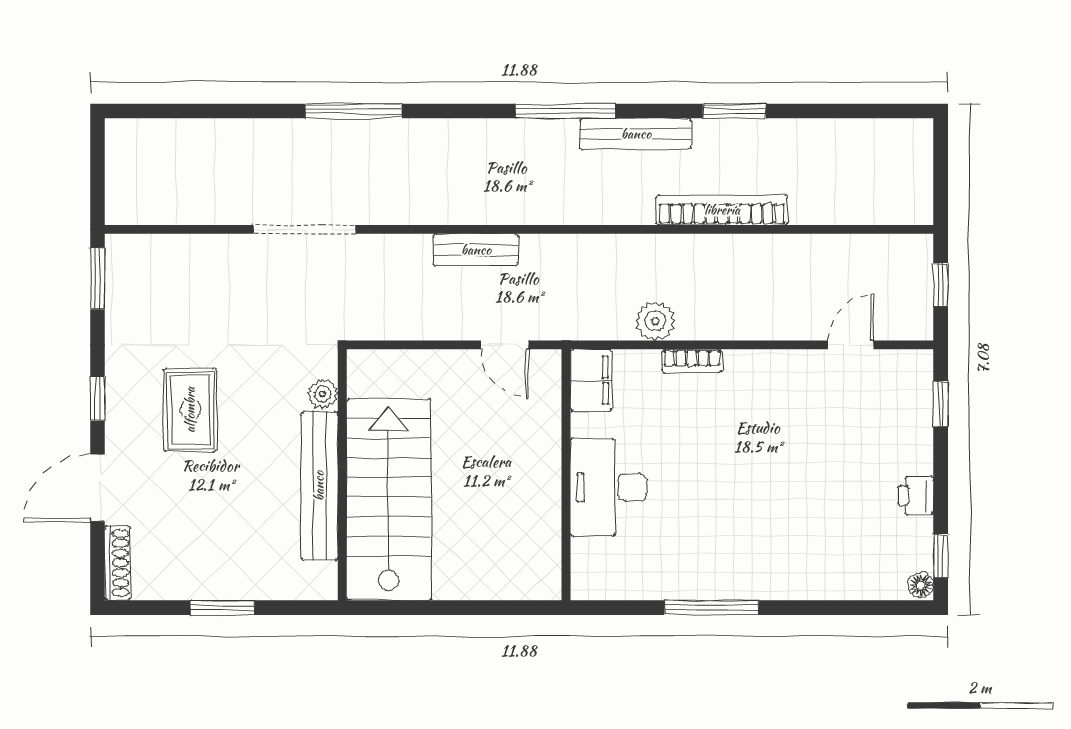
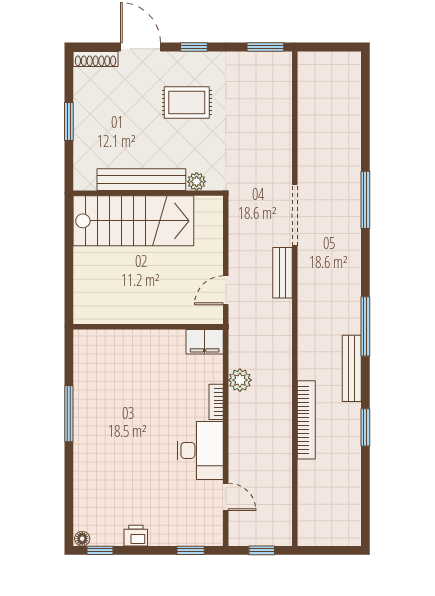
doorway: (304, 229) -> (295, 215), moved
desk: (609, 487) -> (200, 450), moved, turned 90

